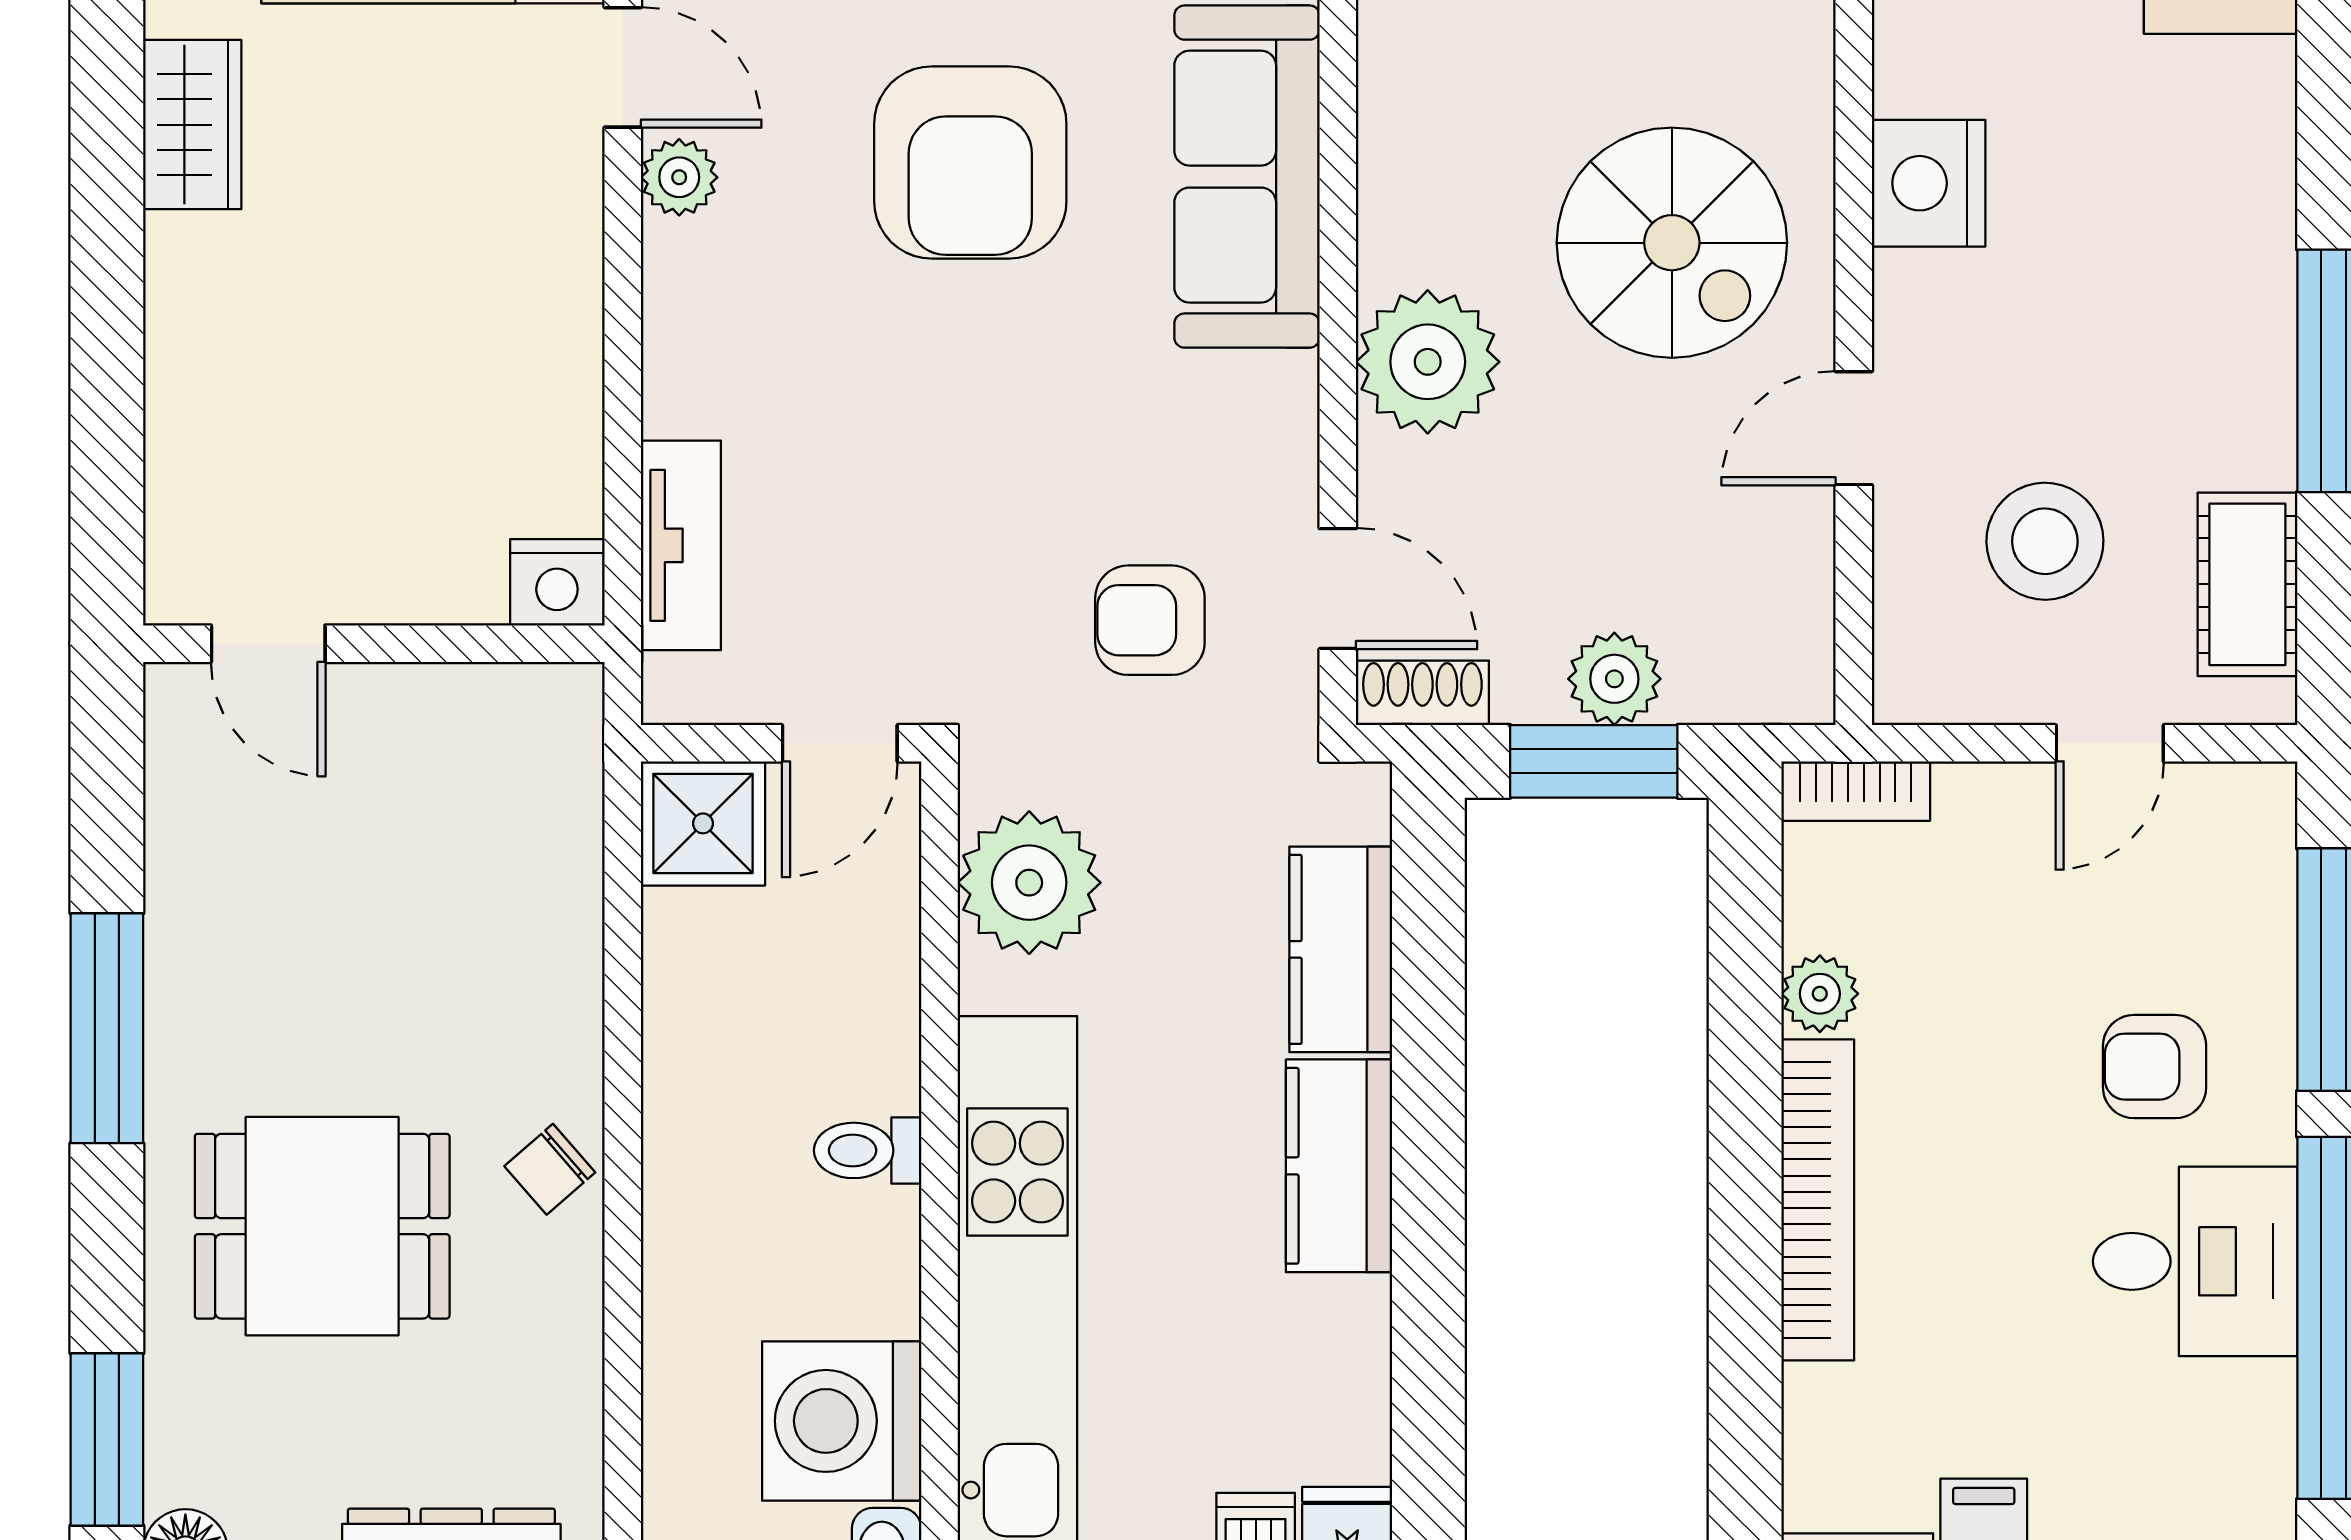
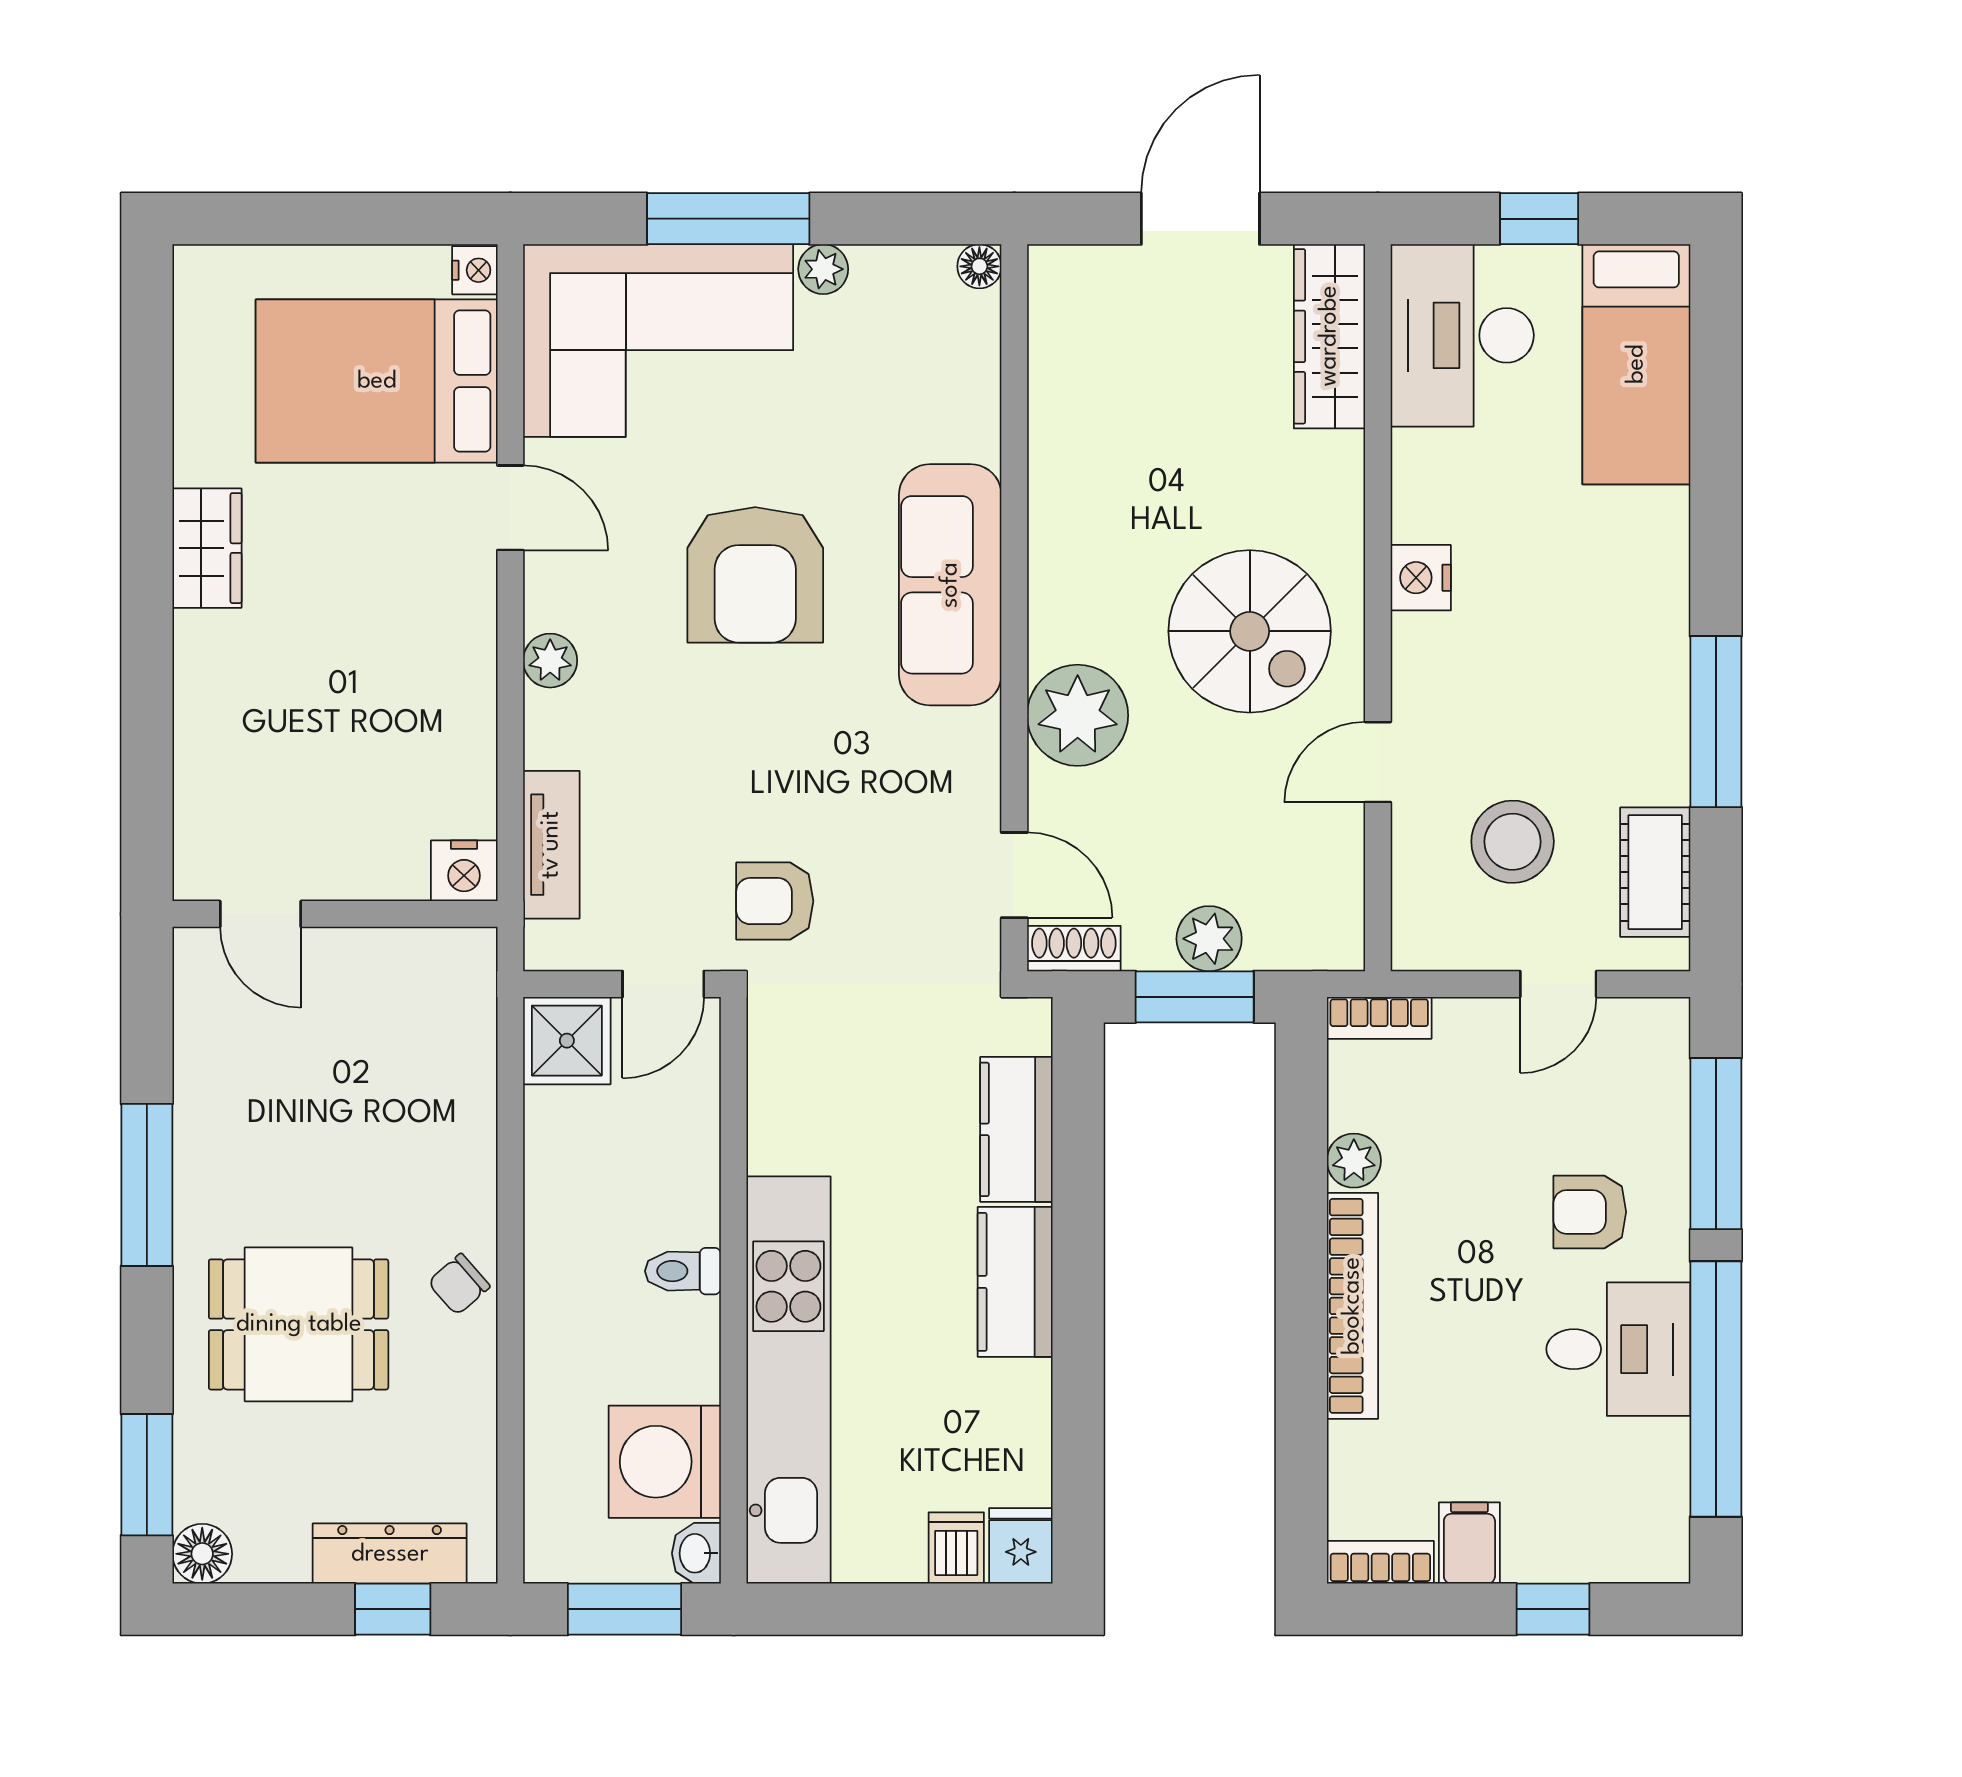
plant: (679, 177) -> (550, 661), moved
nightstand: (1929, 183) -> (1421, 578), width x0.74, depth x0.75
armchair: (1150, 620) -> (775, 901), moved
plant: (1029, 883) -> (797, 1082), removed

